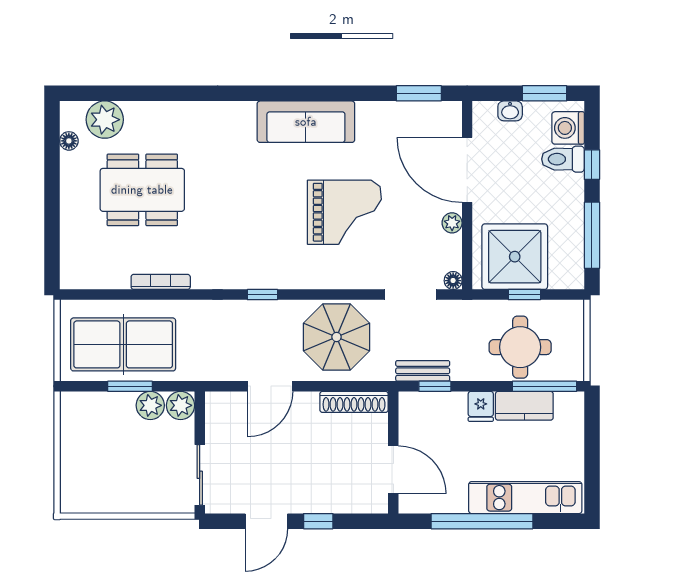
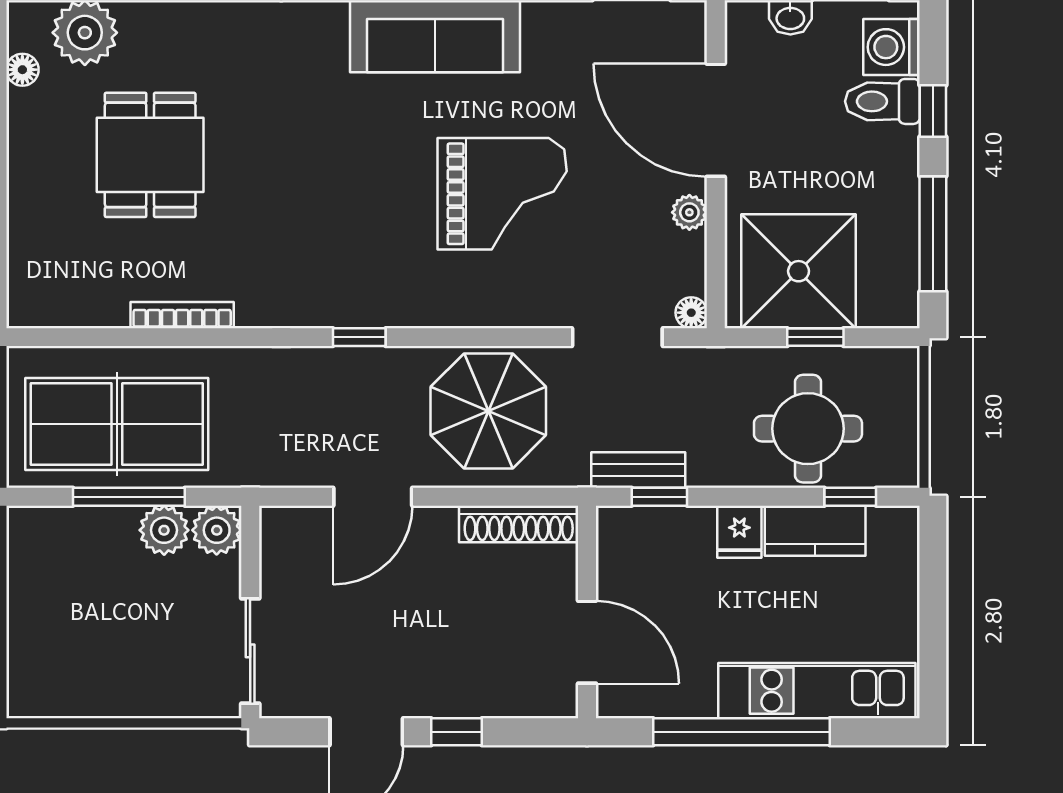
dining table: (142, 190) -> (150, 155), width x0.73
window: (130, 386) -> (129, 497), width x1.44
window: (544, 386) -> (850, 497), width x0.46

